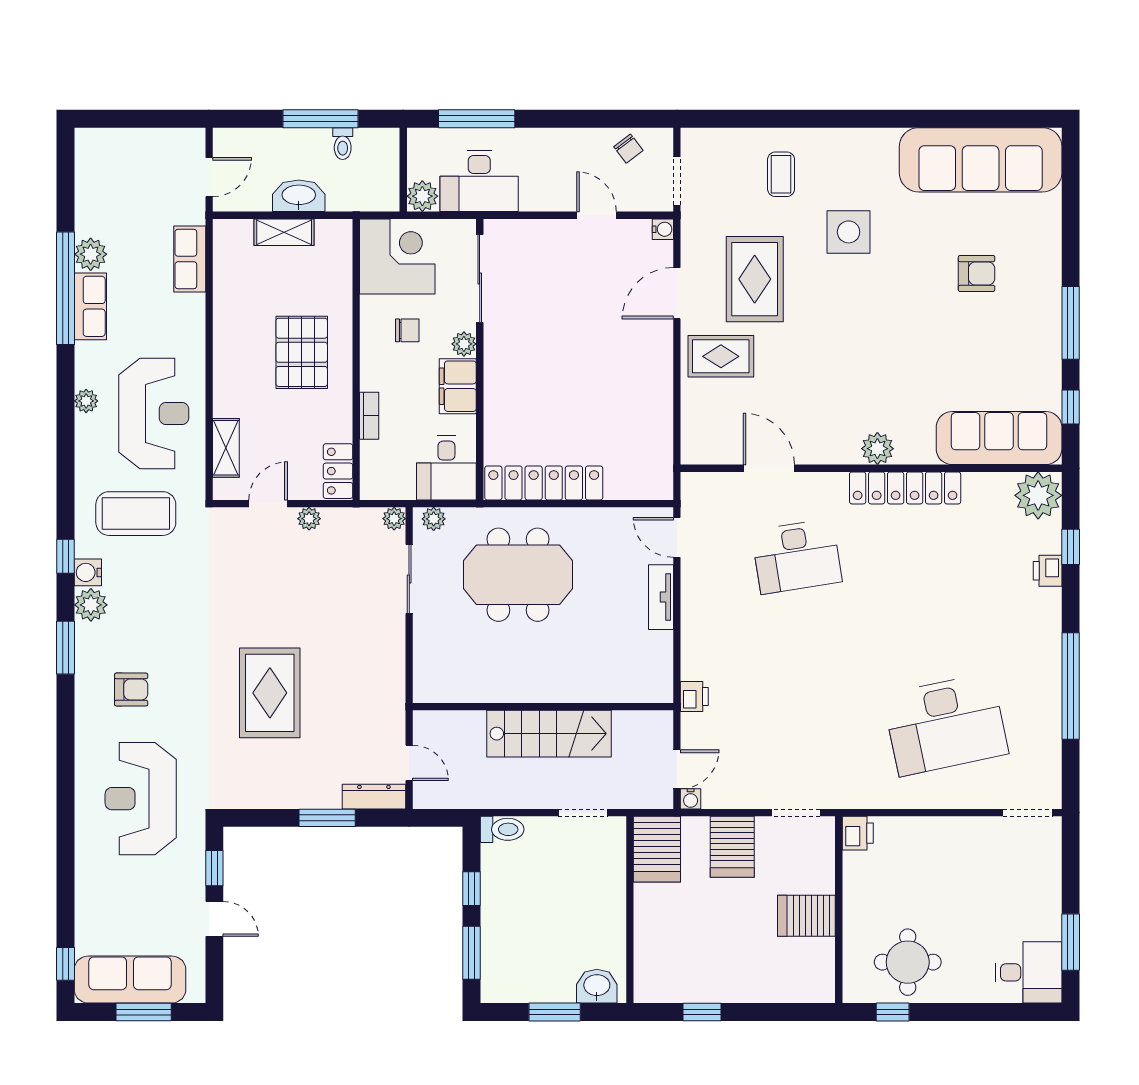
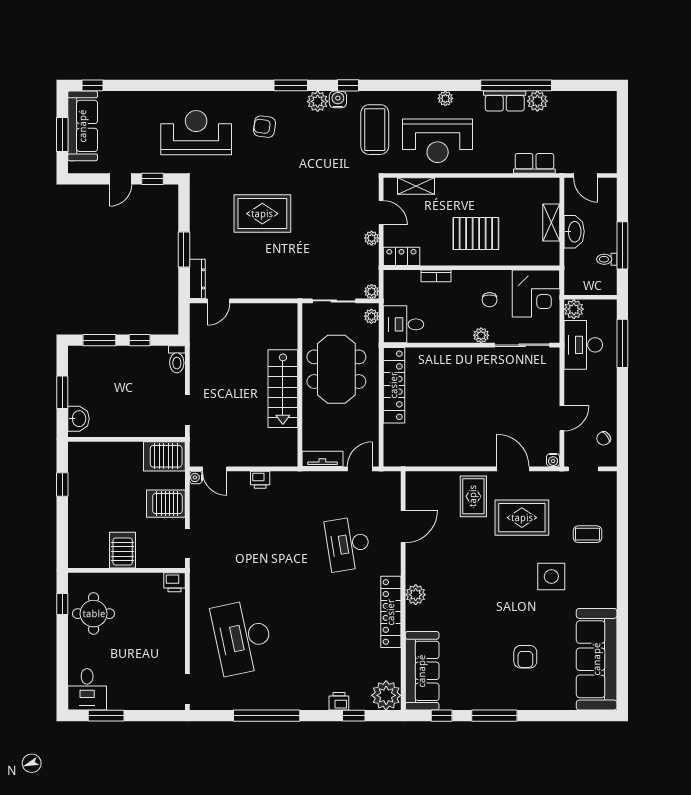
filing cabinet: (458, 386) -> (455, 331), removed
armchair: (131, 689) -> (264, 127), turned 98
wall: (543, 707) -> (300, 385), moved
stairs: (549, 734) -> (283, 389), moved

